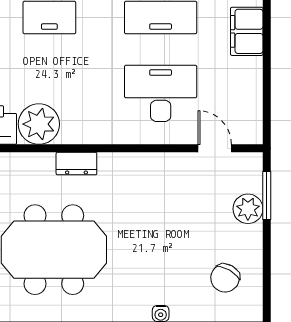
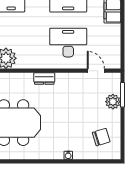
dresser: (76, 164) -> (44, 78), moved
chair: (225, 278) -> (101, 137), turned -137

